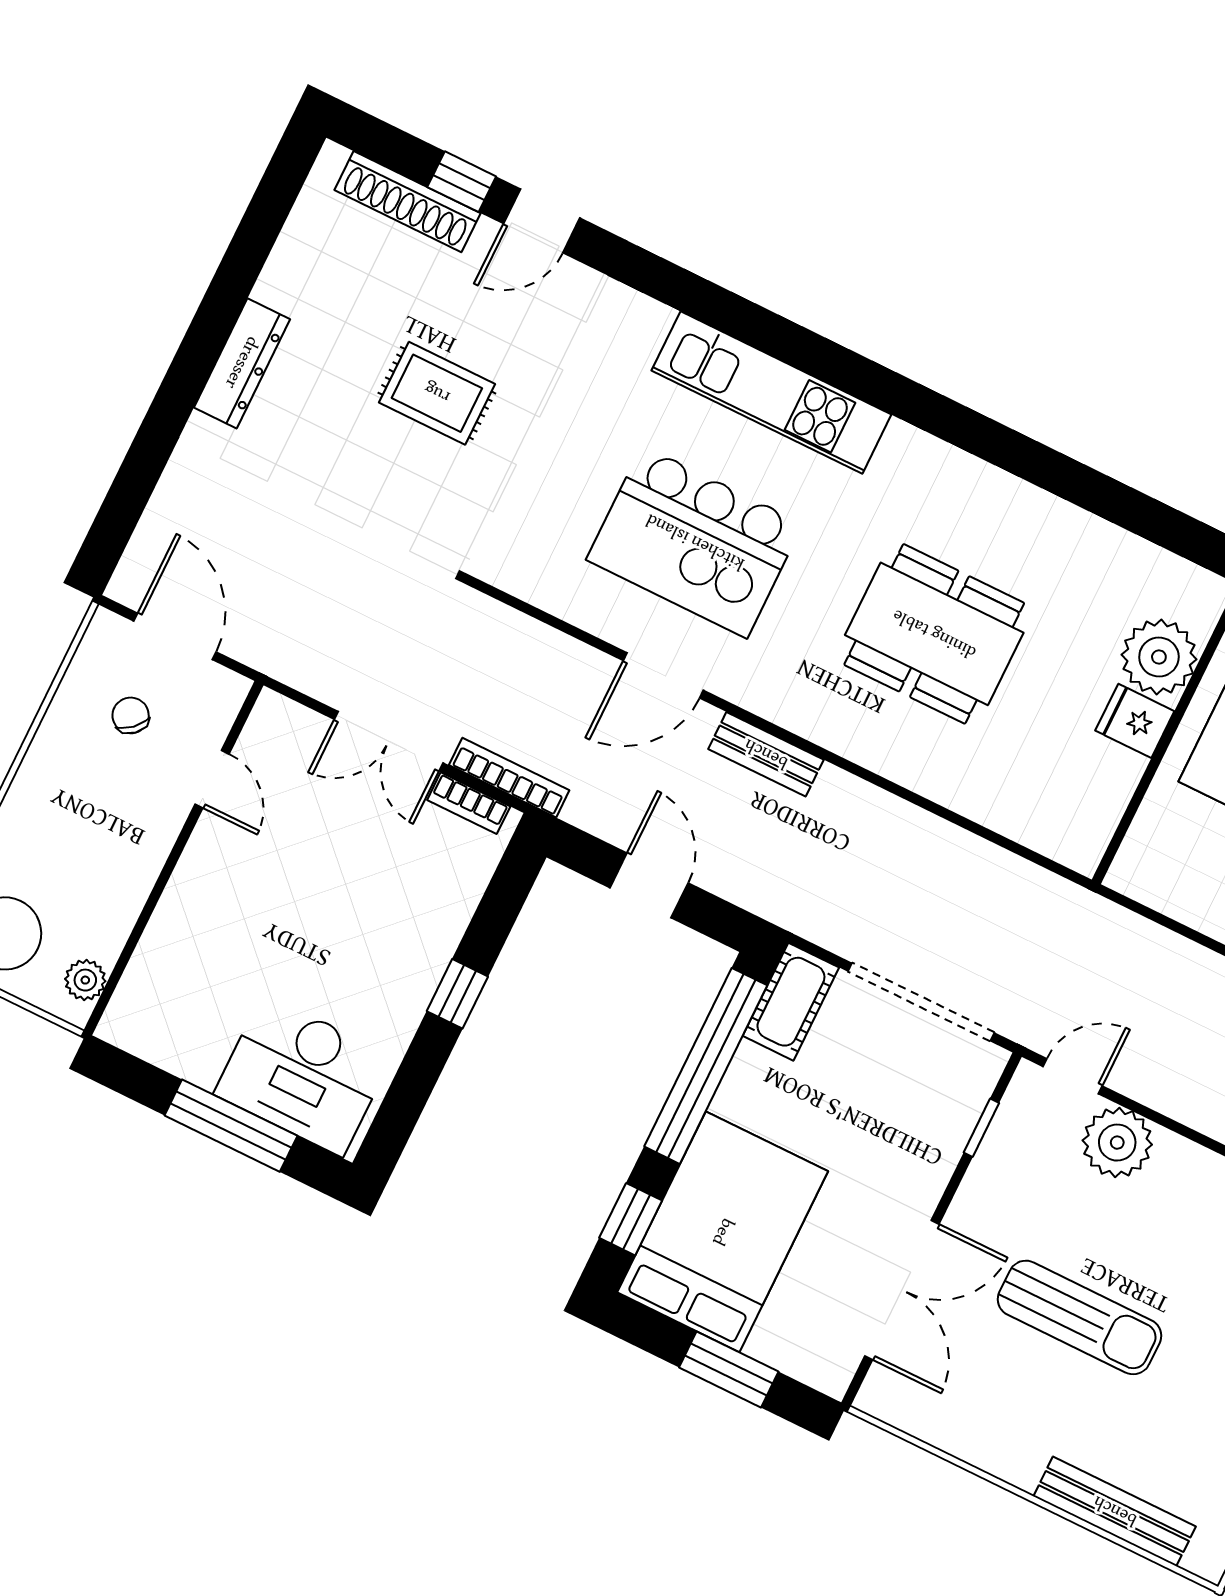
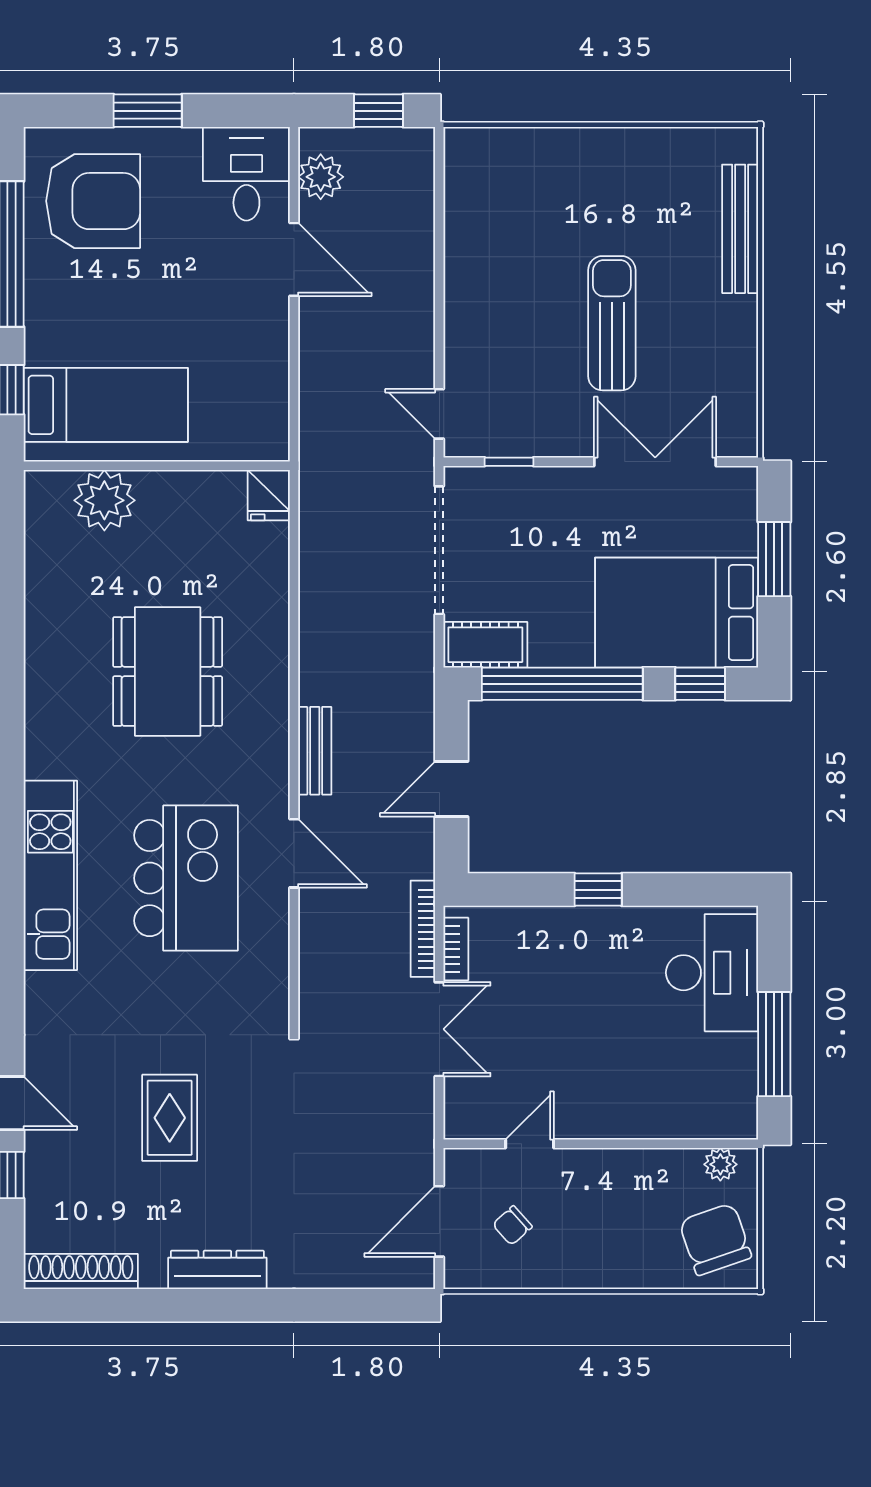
shoe rack: (408, 202) -> (81, 1271), moved, turned -90
fridge: (1135, 721) -> (269, 495), moved
window: (231, 1126) -> (774, 1044), moved
plant: (1117, 1143) -> (472, 358), removed

